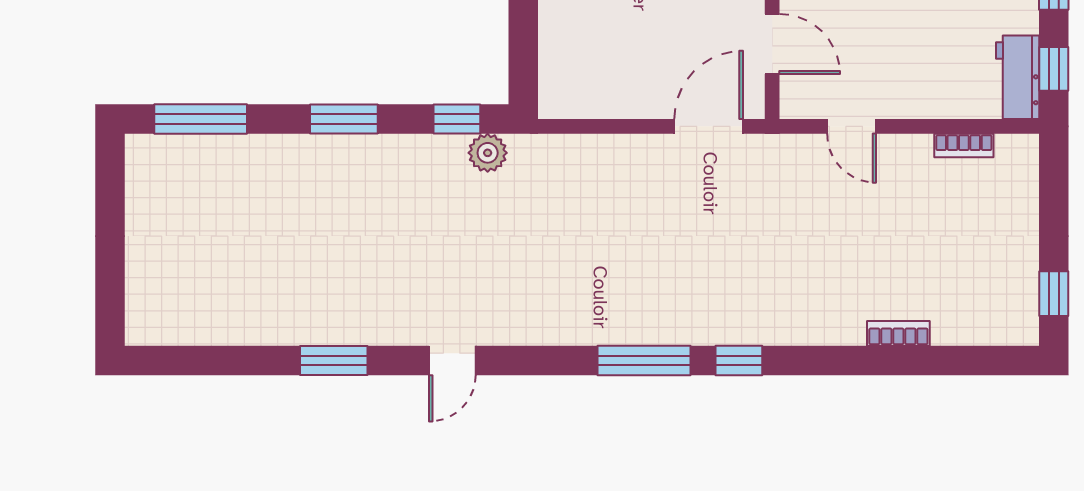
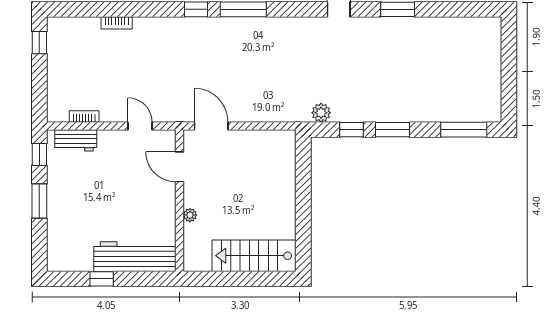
workbench: (1018, 77) -> (76, 140), moved, turned 90
window: (457, 119) -> (351, 130), moved
door: (709, 126) -> (211, 126), swing flipped

